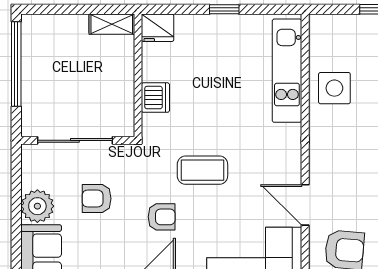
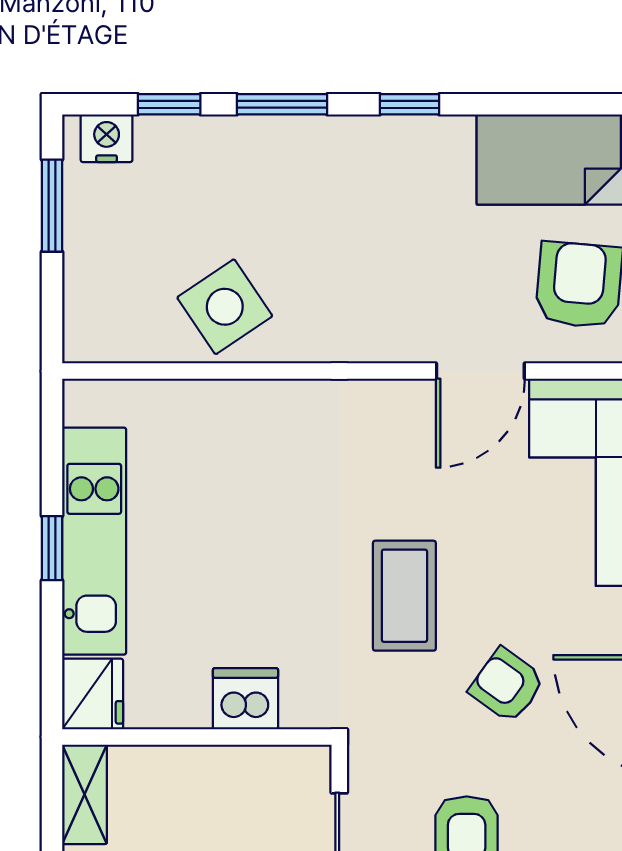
kitchen unit: (287, 71) -> (94, 541), moved, turned -90
side table: (334, 88) -> (225, 307), turned -34
armchair: (162, 217) -> (507, 685), turned -54

